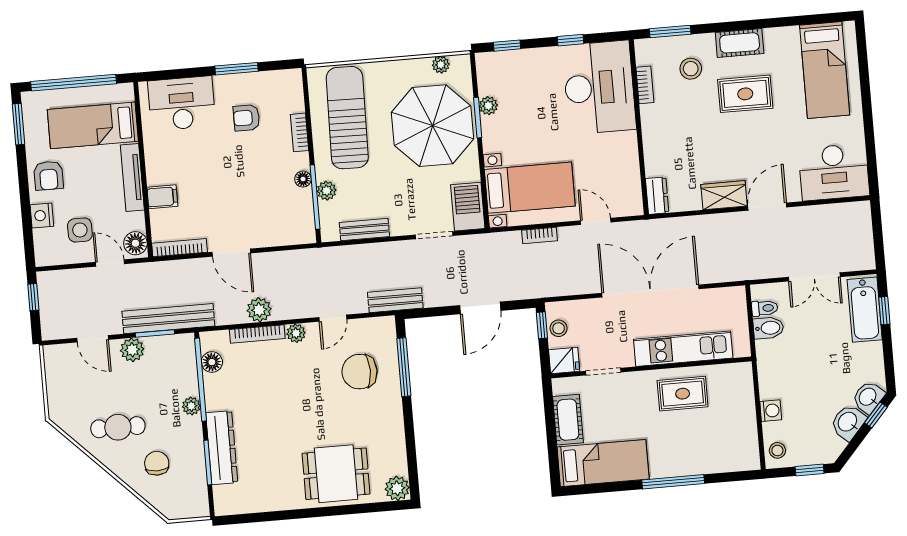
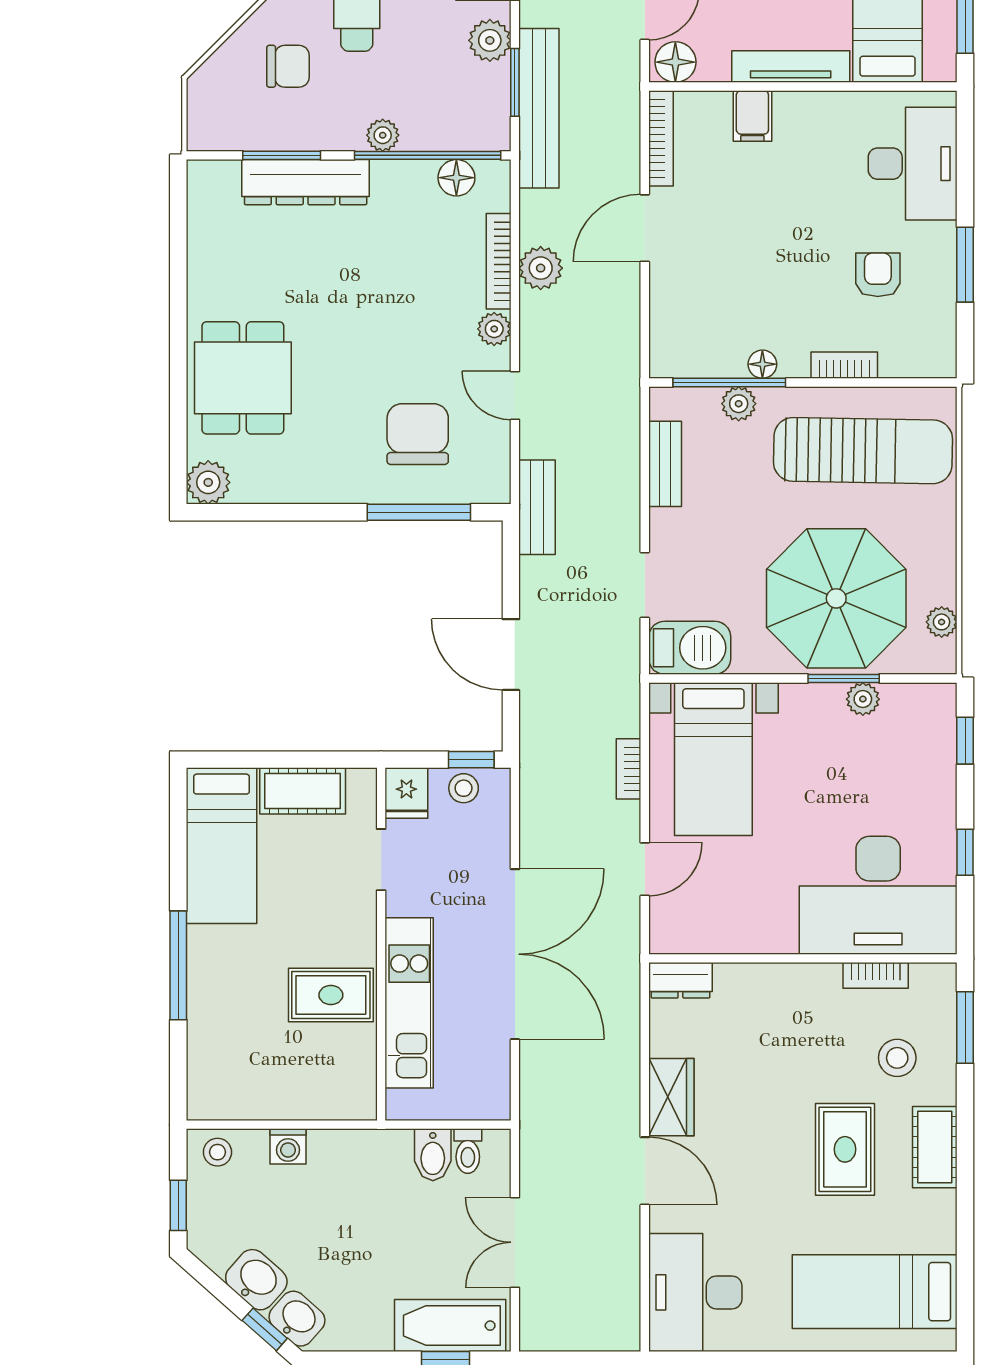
rug: (683, 394) -> (331, 995), turned 90

